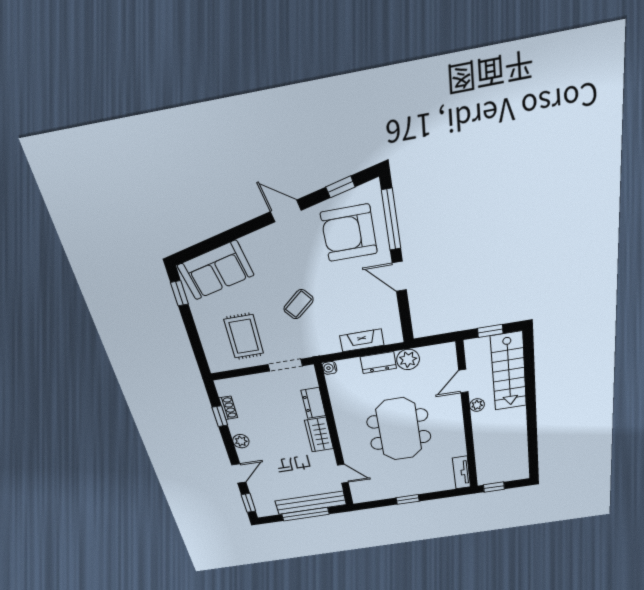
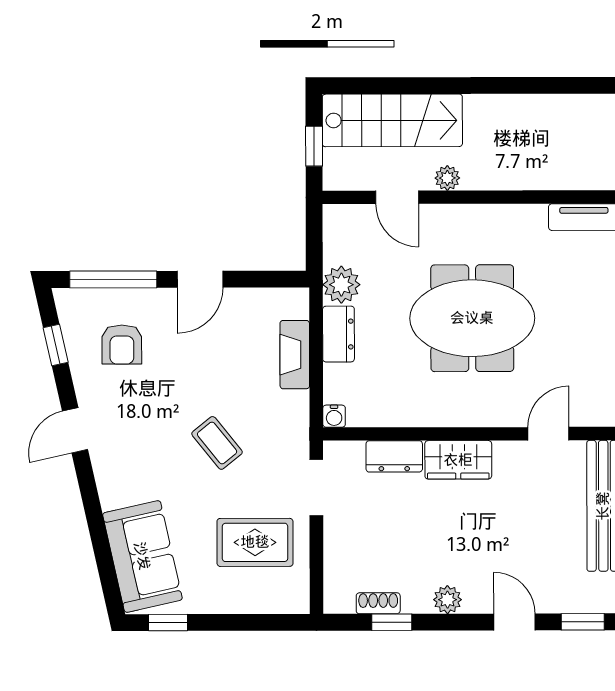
armchair: (349, 233) -> (122, 345), width x0.53, depth x0.53

